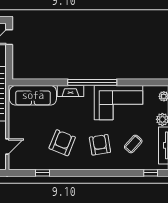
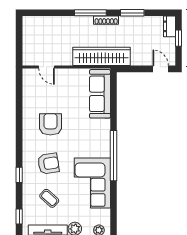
fireplace: (70, 91) -> (104, 133), removed
armchair: (62, 143) -> (50, 124), turned -112
window: (42, 173) -> (19, 175), moved

